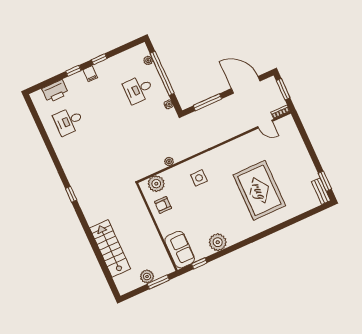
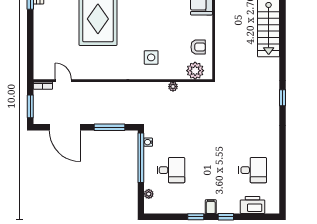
window: (162, 73) -> (141, 158), moved

